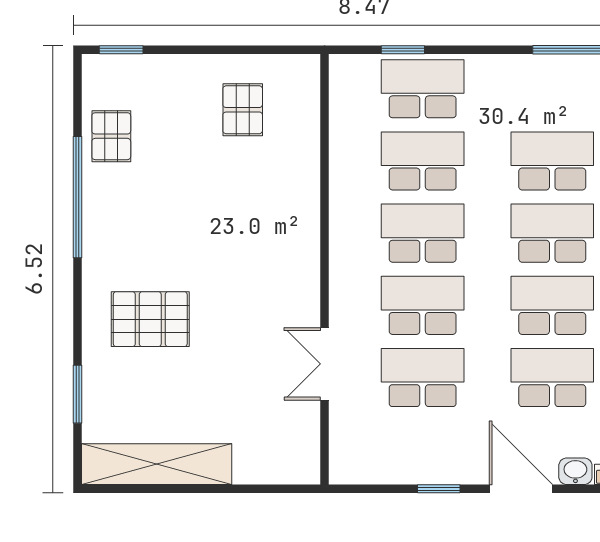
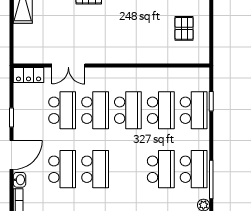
pallet: (243, 110) -> (184, 28), turned 90
school desk: (552, 233) -> (194, 169), moved
double door: (324, 364) -> (68, 66), swing flipped
locker: (345, 452) -> (29, 75), added

